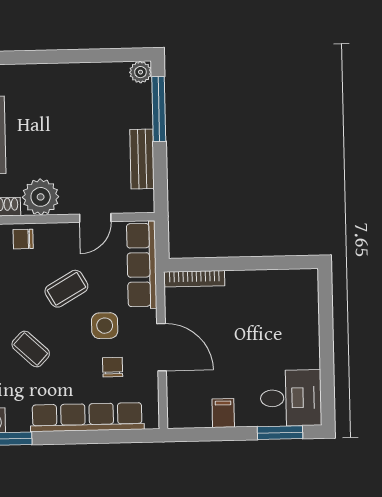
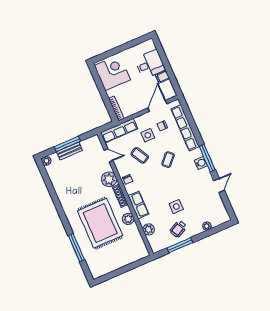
window: (159, 109) -> (67, 144), moved
bench: (142, 159) -> (70, 151), moved
corner desk: (280, 303) -> (112, 73), added
door: (162, 347) -> (158, 106), moved
desk: (291, 398) -> (150, 64), moved, turned 90
window: (280, 433) -> (161, 52), removed

